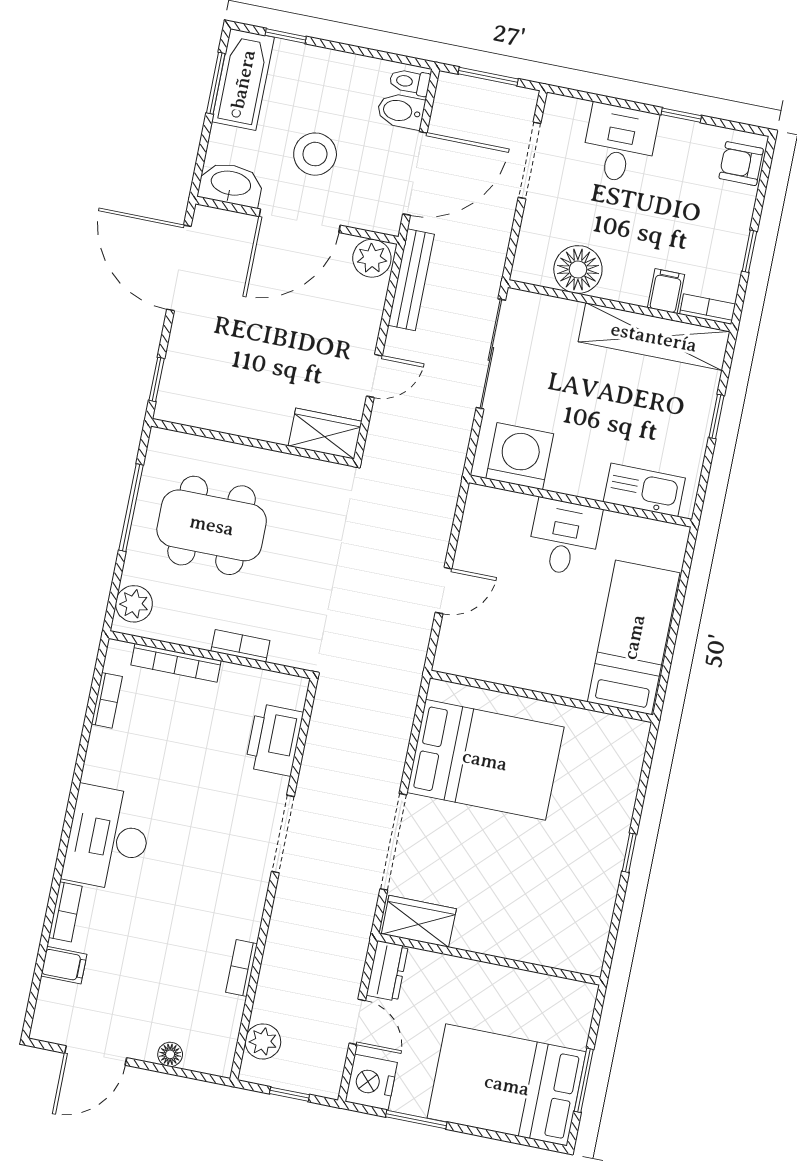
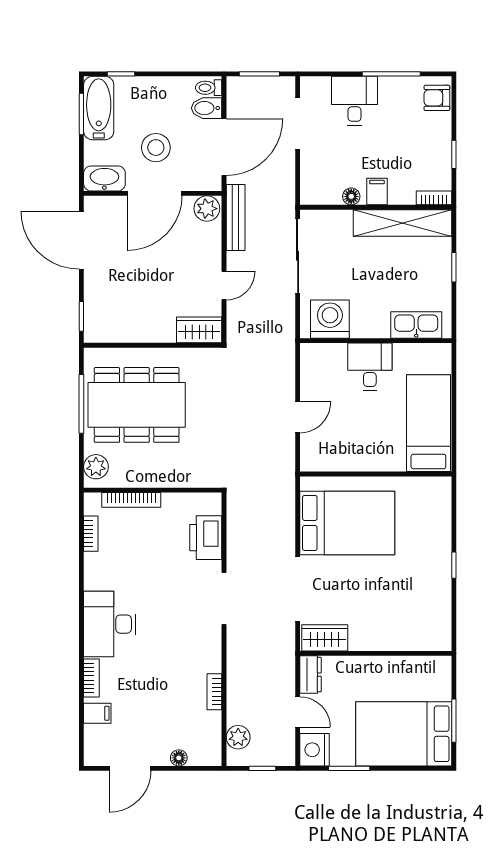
window: (681, 115) -> (391, 74), width x2.17
floor lamp: (578, 270) -> (351, 196), width x0.53, depth x0.53
filing cabinet: (666, 291) -> (377, 191), moved
dining table: (212, 525) -> (137, 405), width x1.36, depth x1.24
bookcase: (240, 646) -> (171, 480), removed

